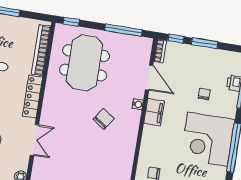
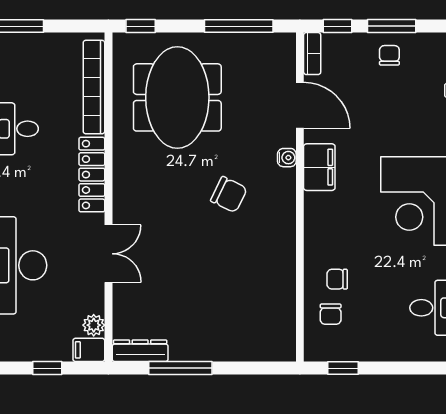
chair: (204, 94) -> (389, 55), moved
chair: (104, 119) -> (229, 195), turned 82

